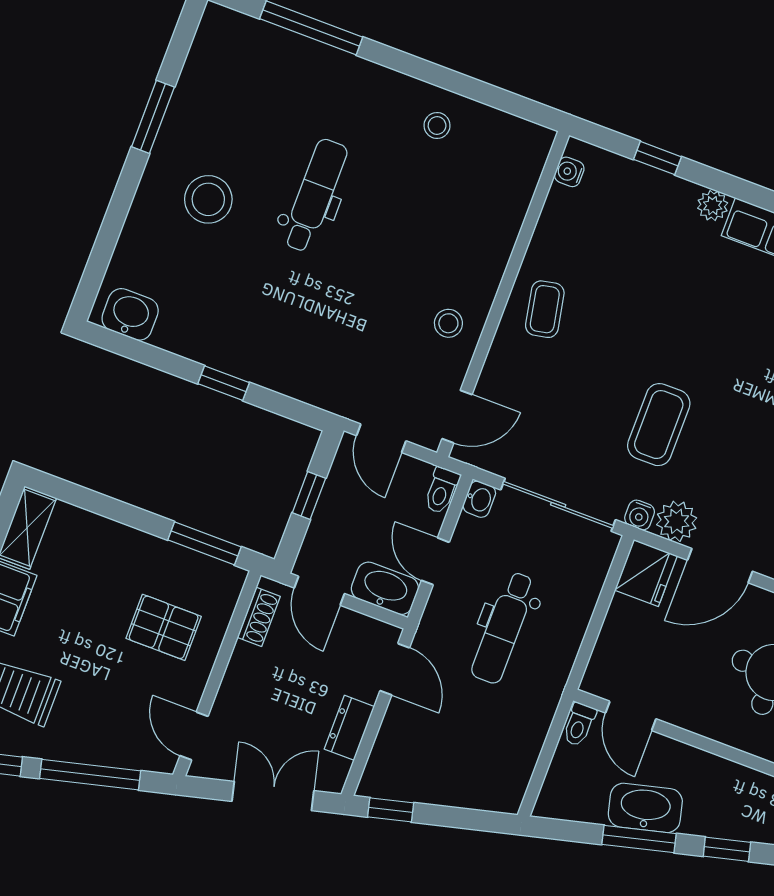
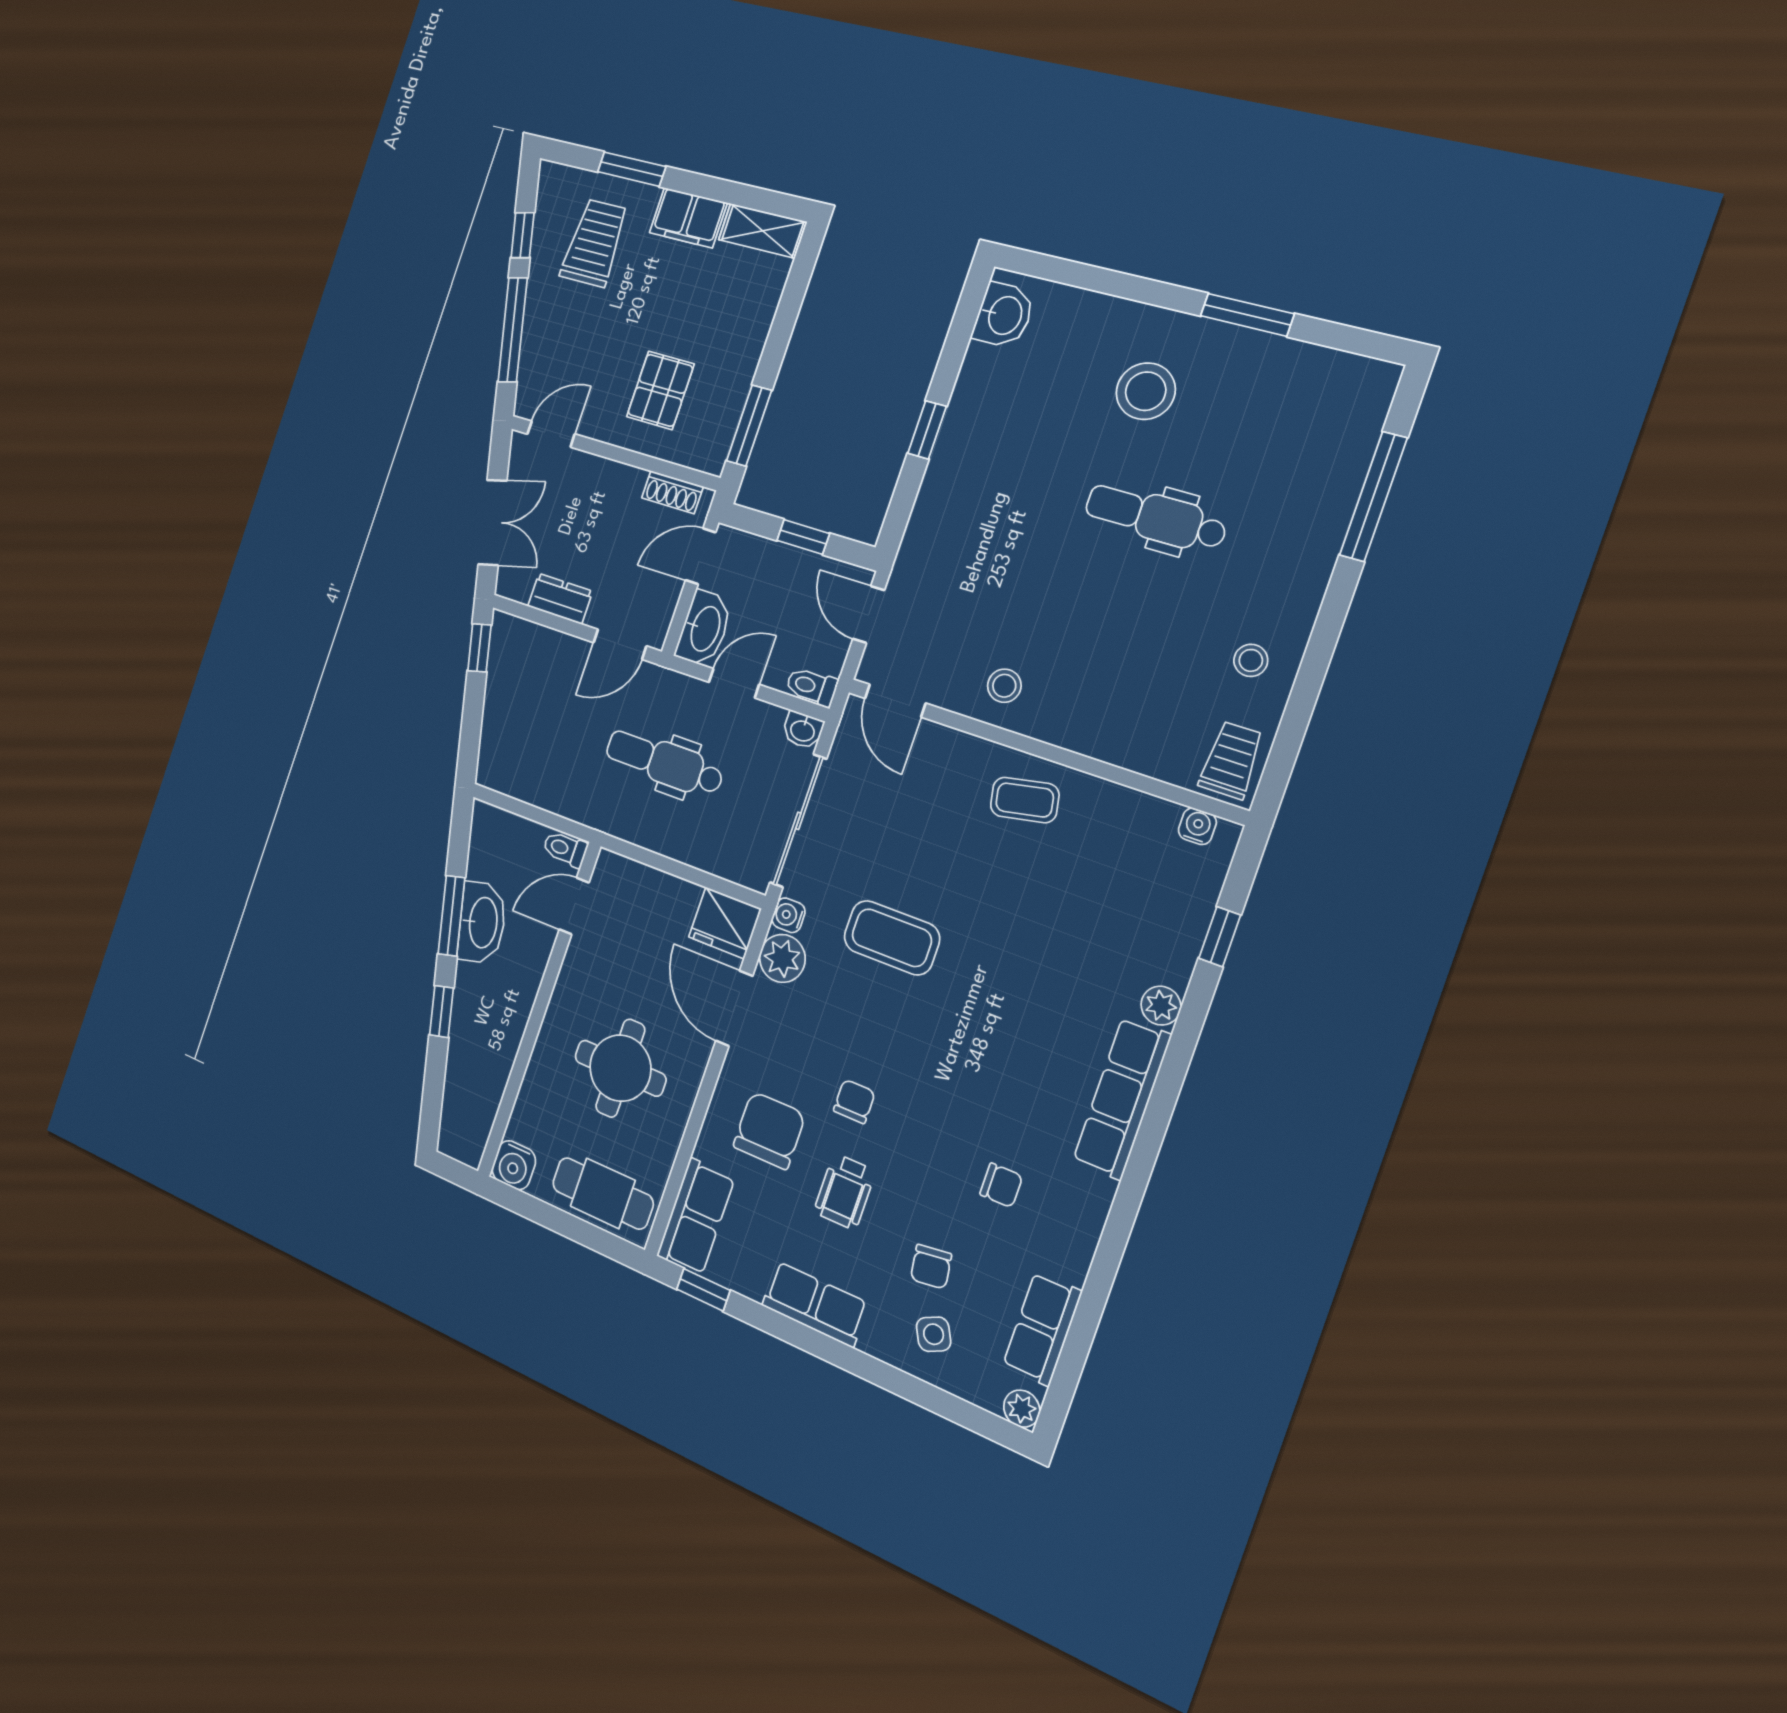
trolley: (517, 144) -> (1231, 760), added
dental chair: (315, 195) -> (1155, 517), turned 180
door: (381, 438) -> (869, 614), hinge flipped

